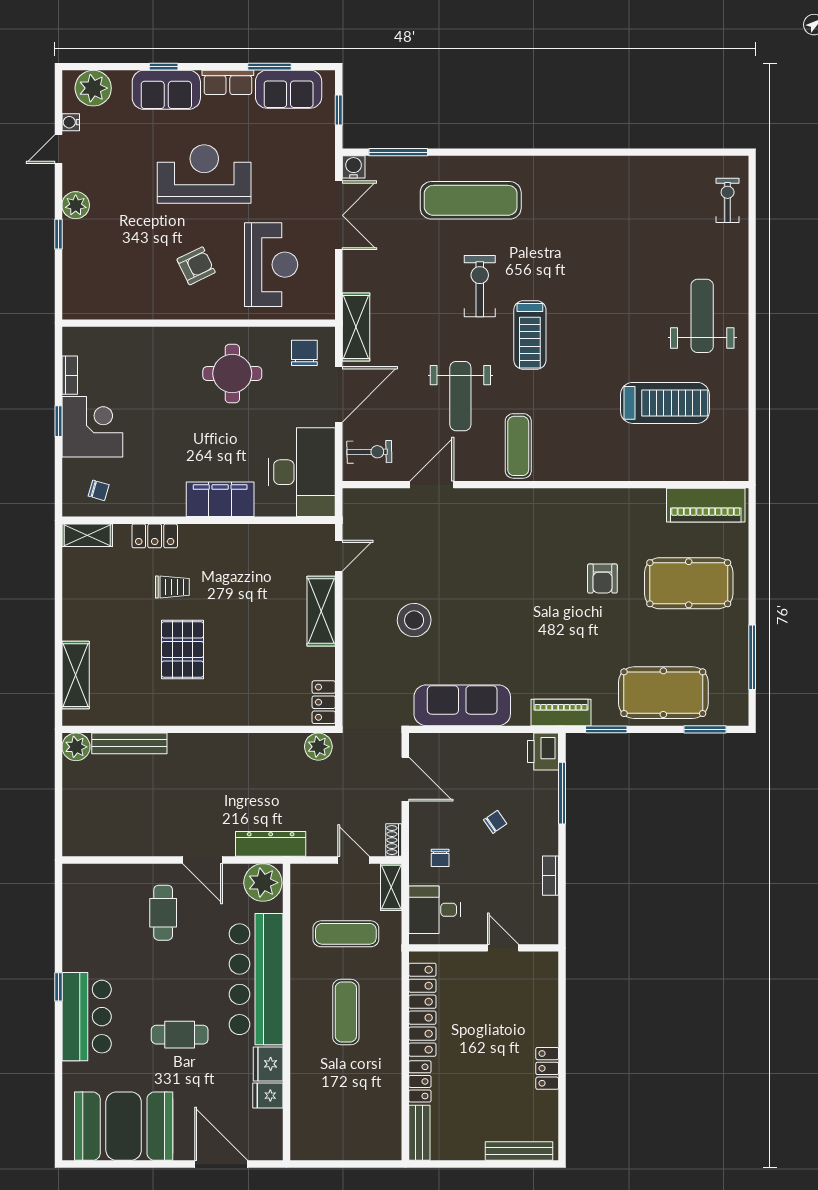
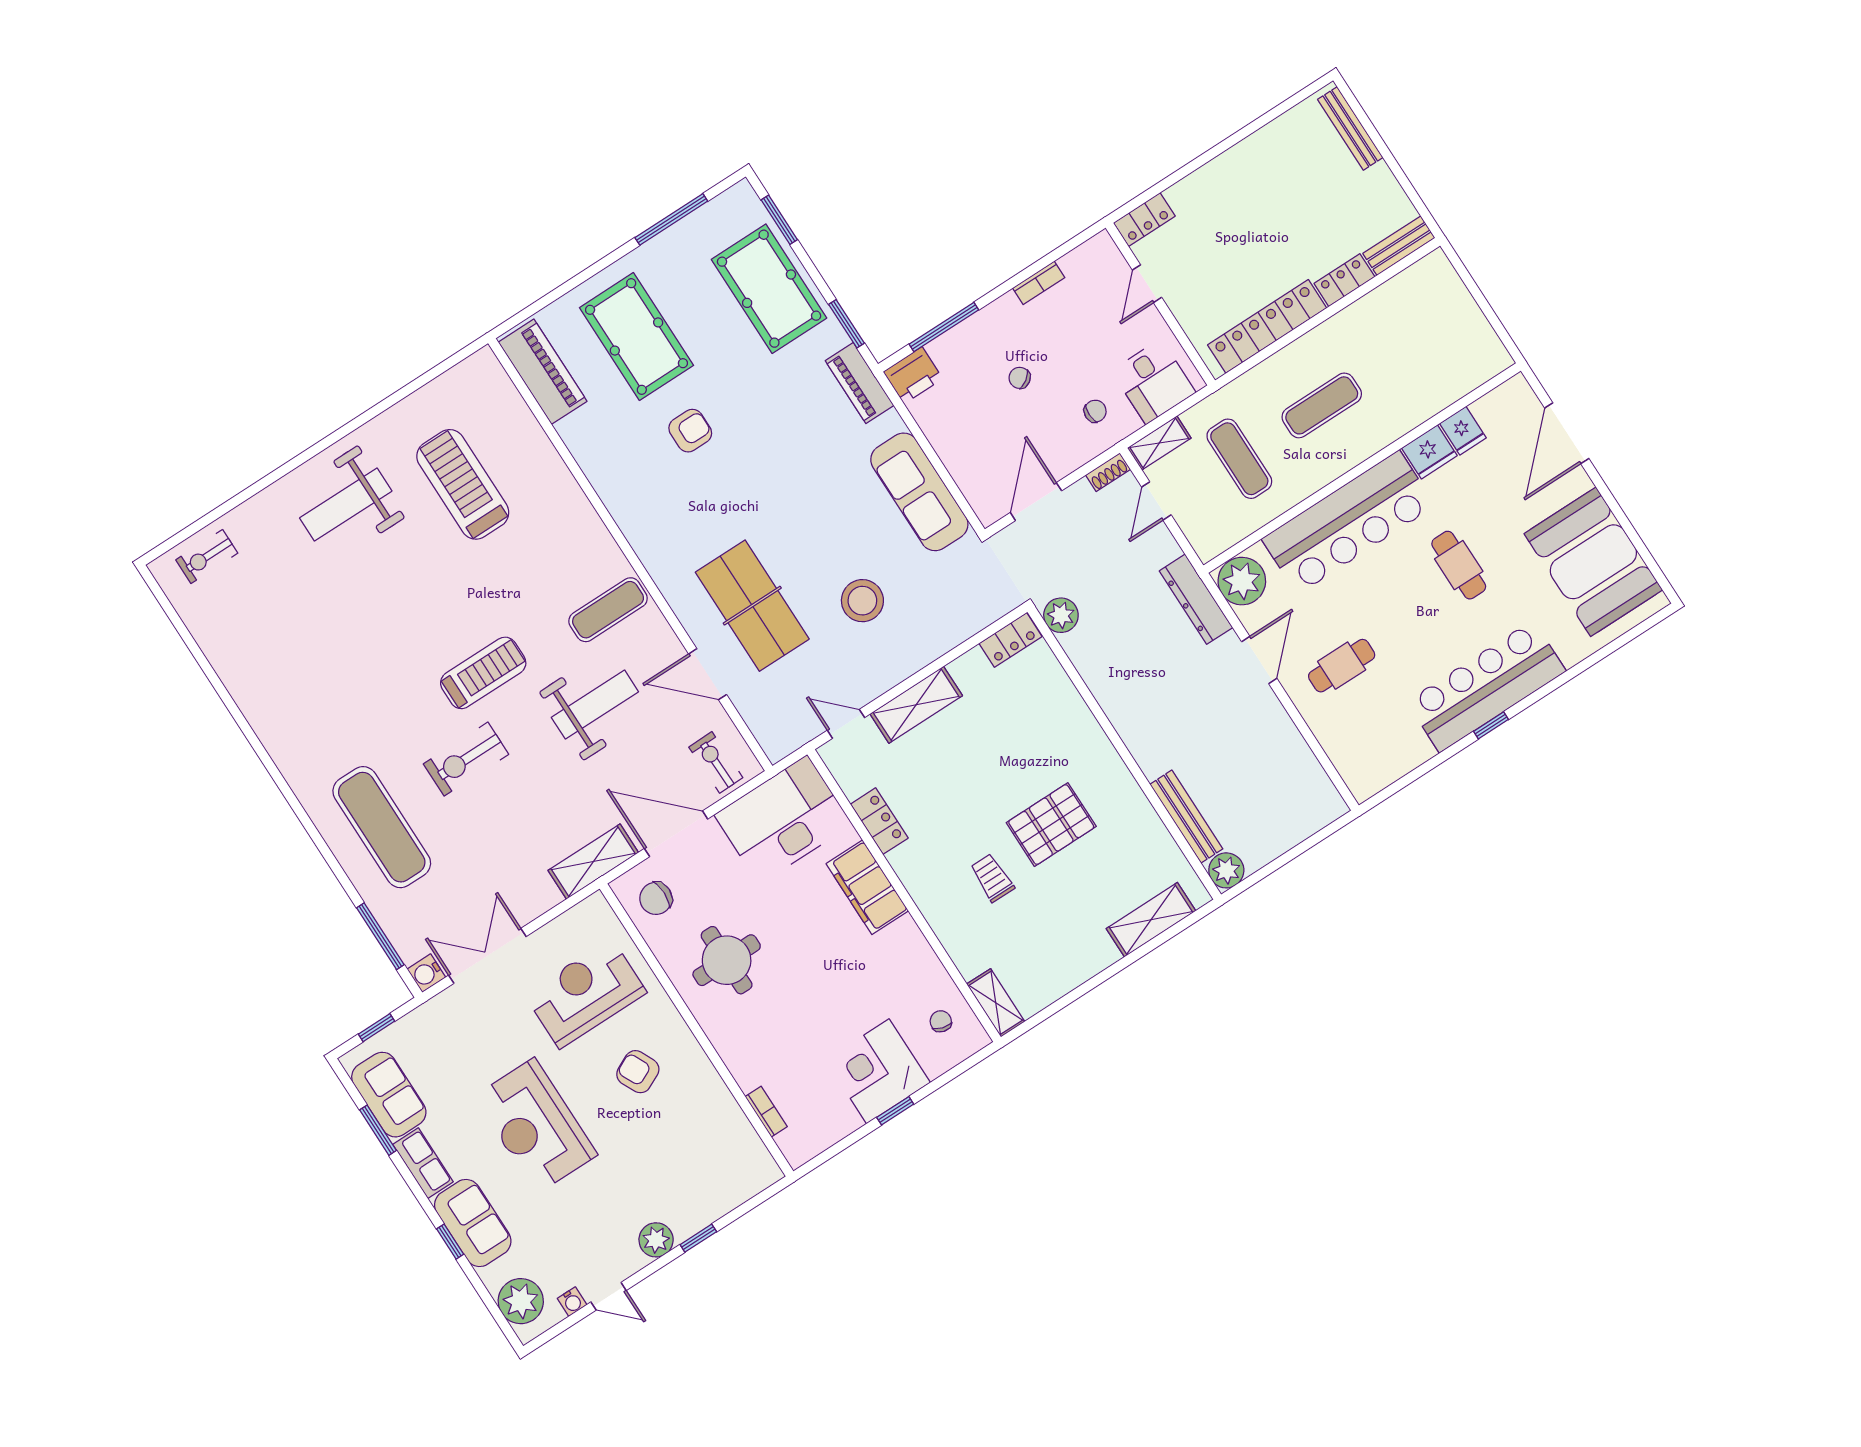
bookcase: (70, 375) -> (766, 1112), moved, turned 90
locker: (155, 536) -> (879, 821), moved
table tennis table: (458, 544) -> (752, 606), added
bar counter: (87, 1017) -> (1486, 686), width x1.36
locker: (547, 1068) -> (1144, 219), moved

